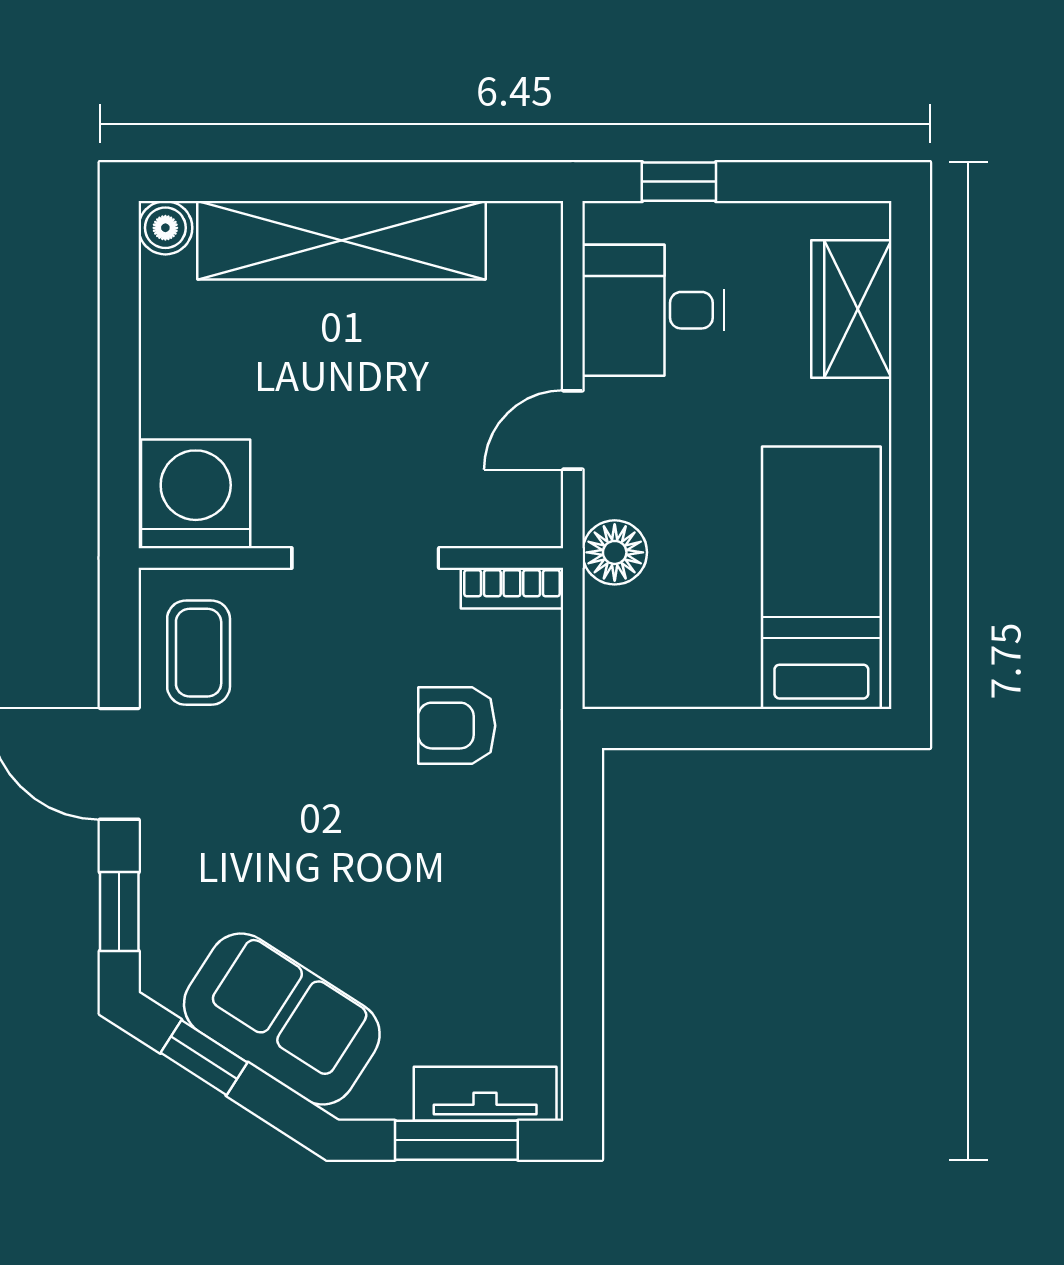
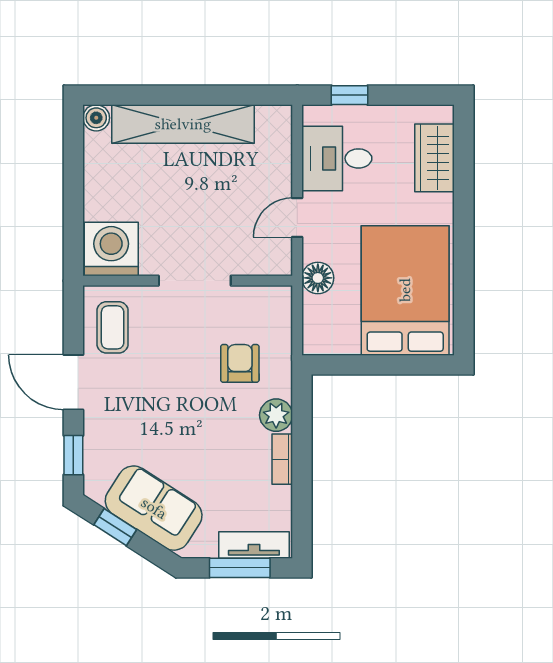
bed: (821, 578) -> (405, 290), width x1.50
bookcase: (512, 588) -> (282, 459), moved, turned 90
armchair: (457, 726) -> (240, 363), turned 90
plant: (530, 831) -> (276, 415), added

